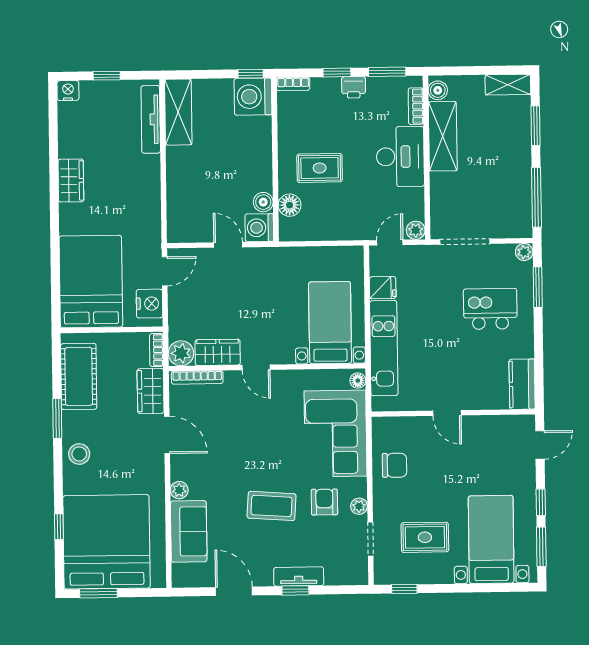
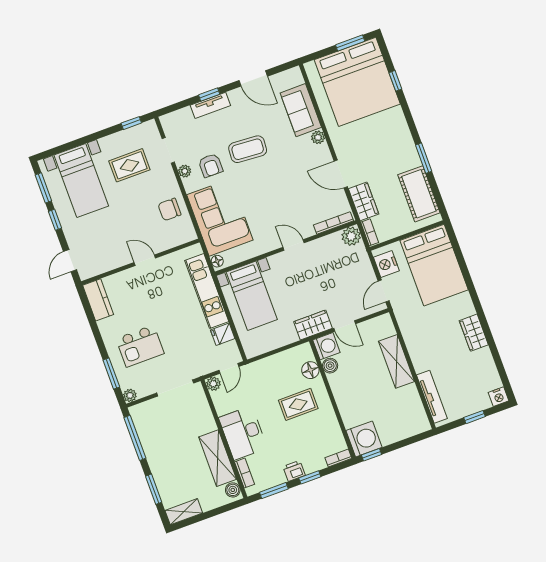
shelving: (178, 112) -> (396, 361), moved
wardrobe: (218, 352) -> (313, 325), moved, turned 180
stool: (79, 454) -> (399, 138), removed

